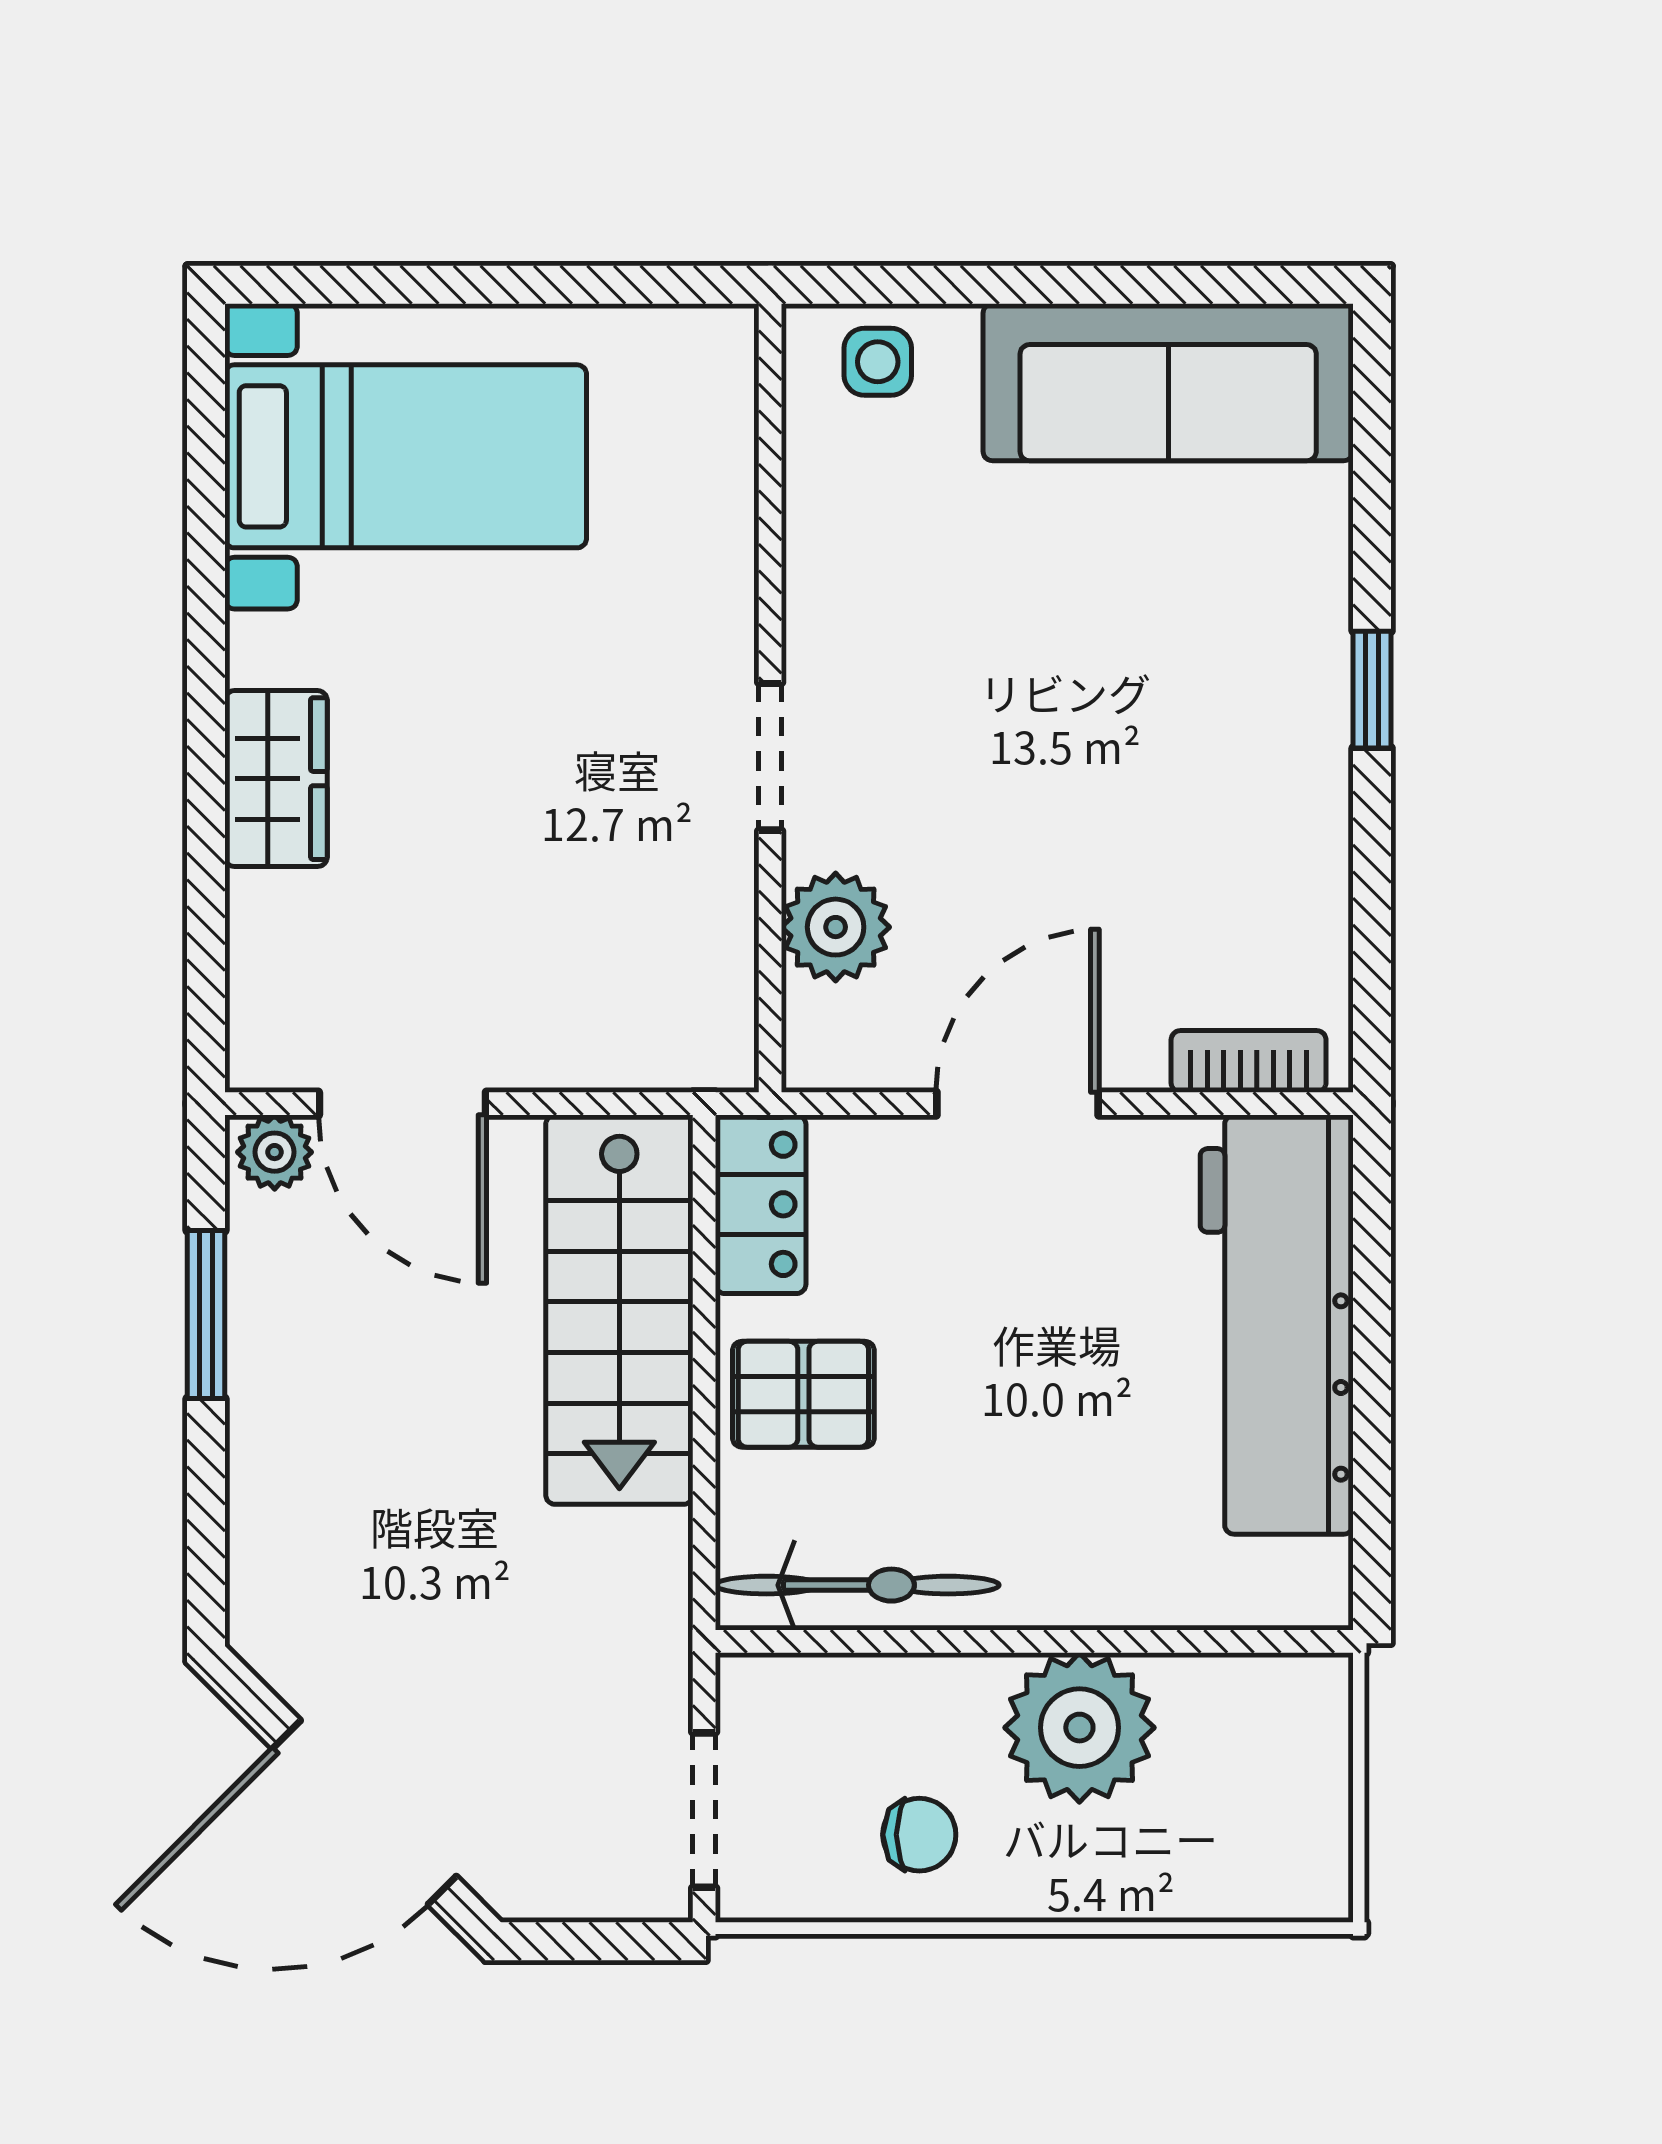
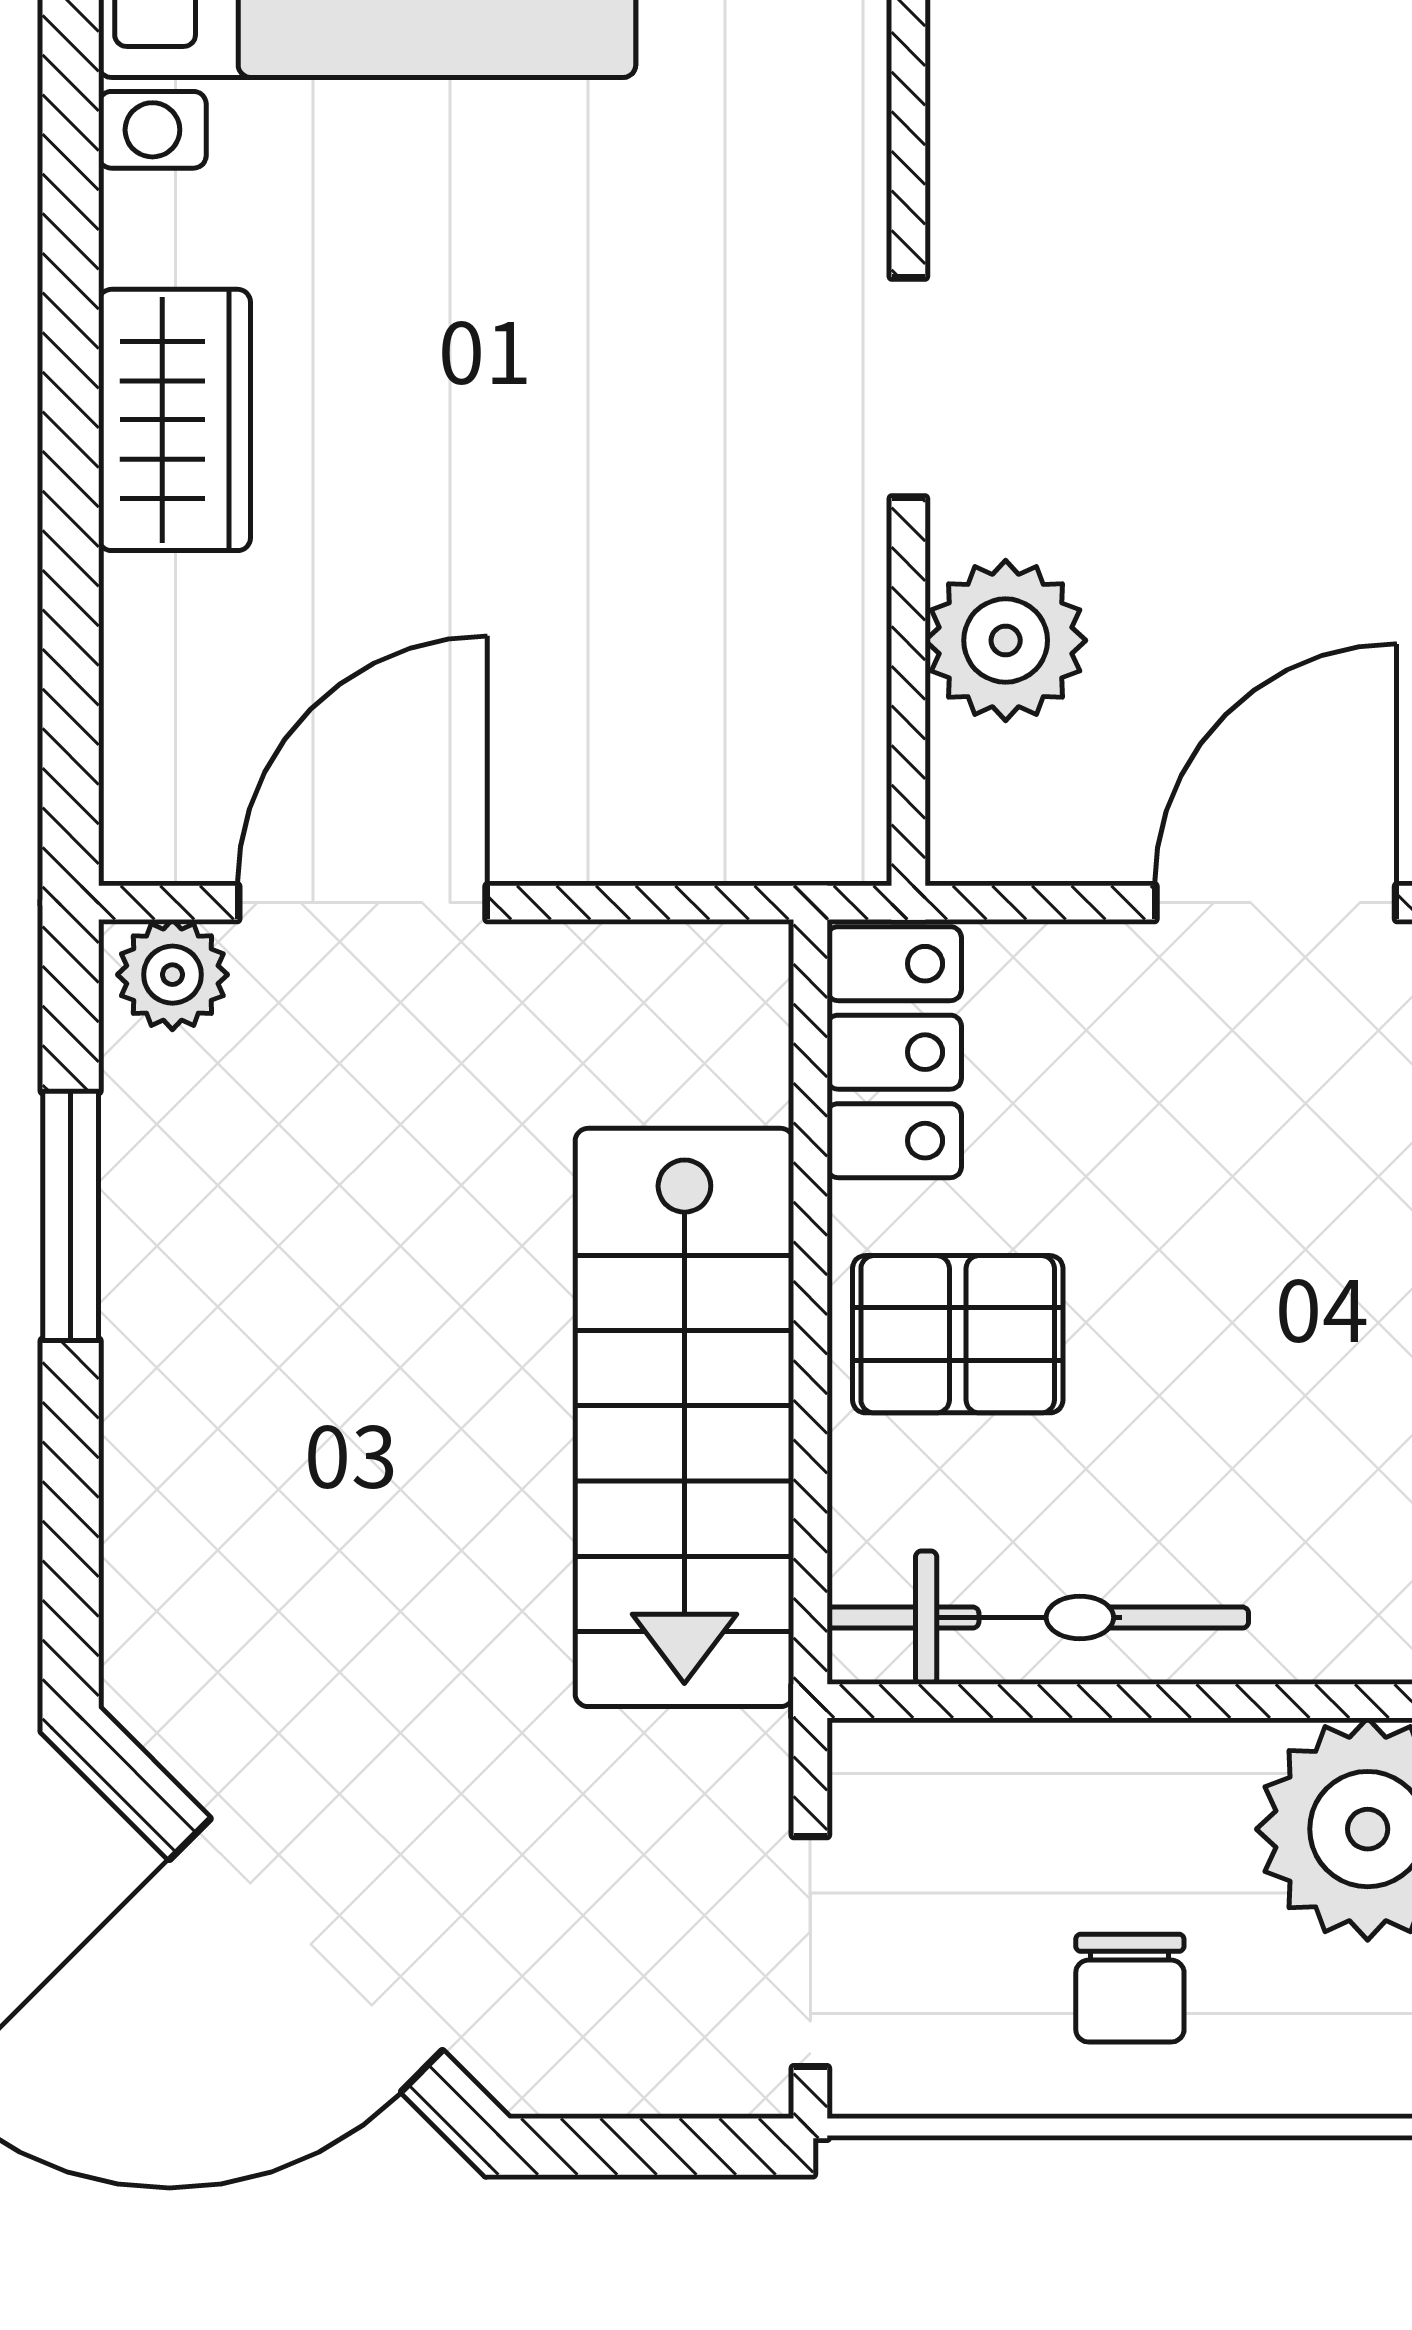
door: (402, 1104) -> (362, 903), swing flipped
stairs: (619, 1310) -> (684, 1417), moved
chair: (919, 1835) -> (1130, 1988), turned 90

